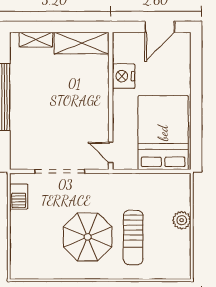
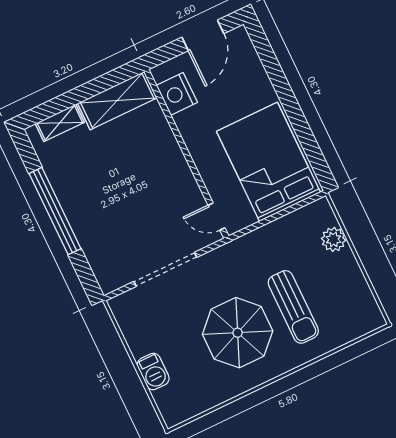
nightstand: (124, 76) -> (177, 94), moved
barbecue: (19, 197) -> (153, 372), moved
plant: (182, 220) -> (333, 239), moved

